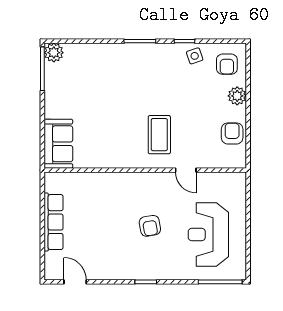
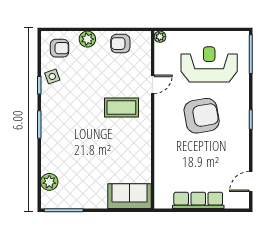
plant: (54, 53) -> (49, 182), moved
plant: (240, 178) -> (160, 37), added
armchair: (150, 226) -> (202, 116), width x1.88, depth x1.88
reception desk: (208, 234) -> (209, 64), turned 180

